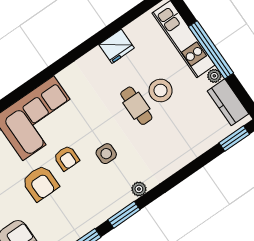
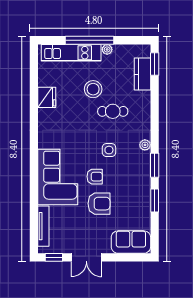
kitchen counter: (228, 102) -> (142, 74), moved, turned 90
cafe table: (136, 106) -> (113, 111), moved

